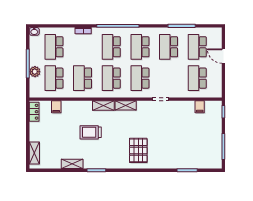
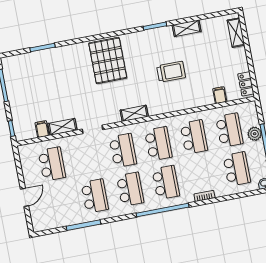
school desk: (197, 47) -> (59, 203), removed
door: (223, 56) -> (25, 197), hinge flipped
shelving: (103, 106) -> (62, 127), moved
pallet: (138, 150) -> (108, 61), width x1.37, depth x1.41

